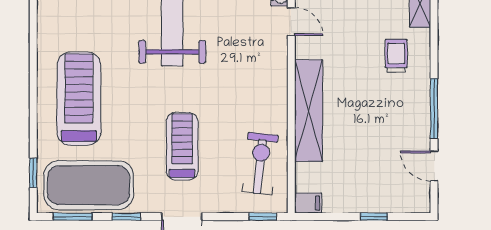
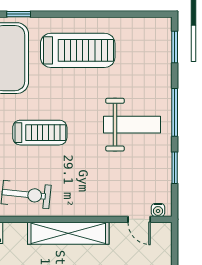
door: (291, 22) -> (139, 219), hinge flipped

